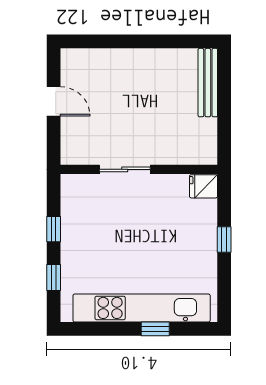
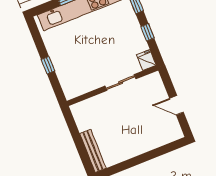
fridge: (203, 186) -> (146, 60), moved, turned -90

